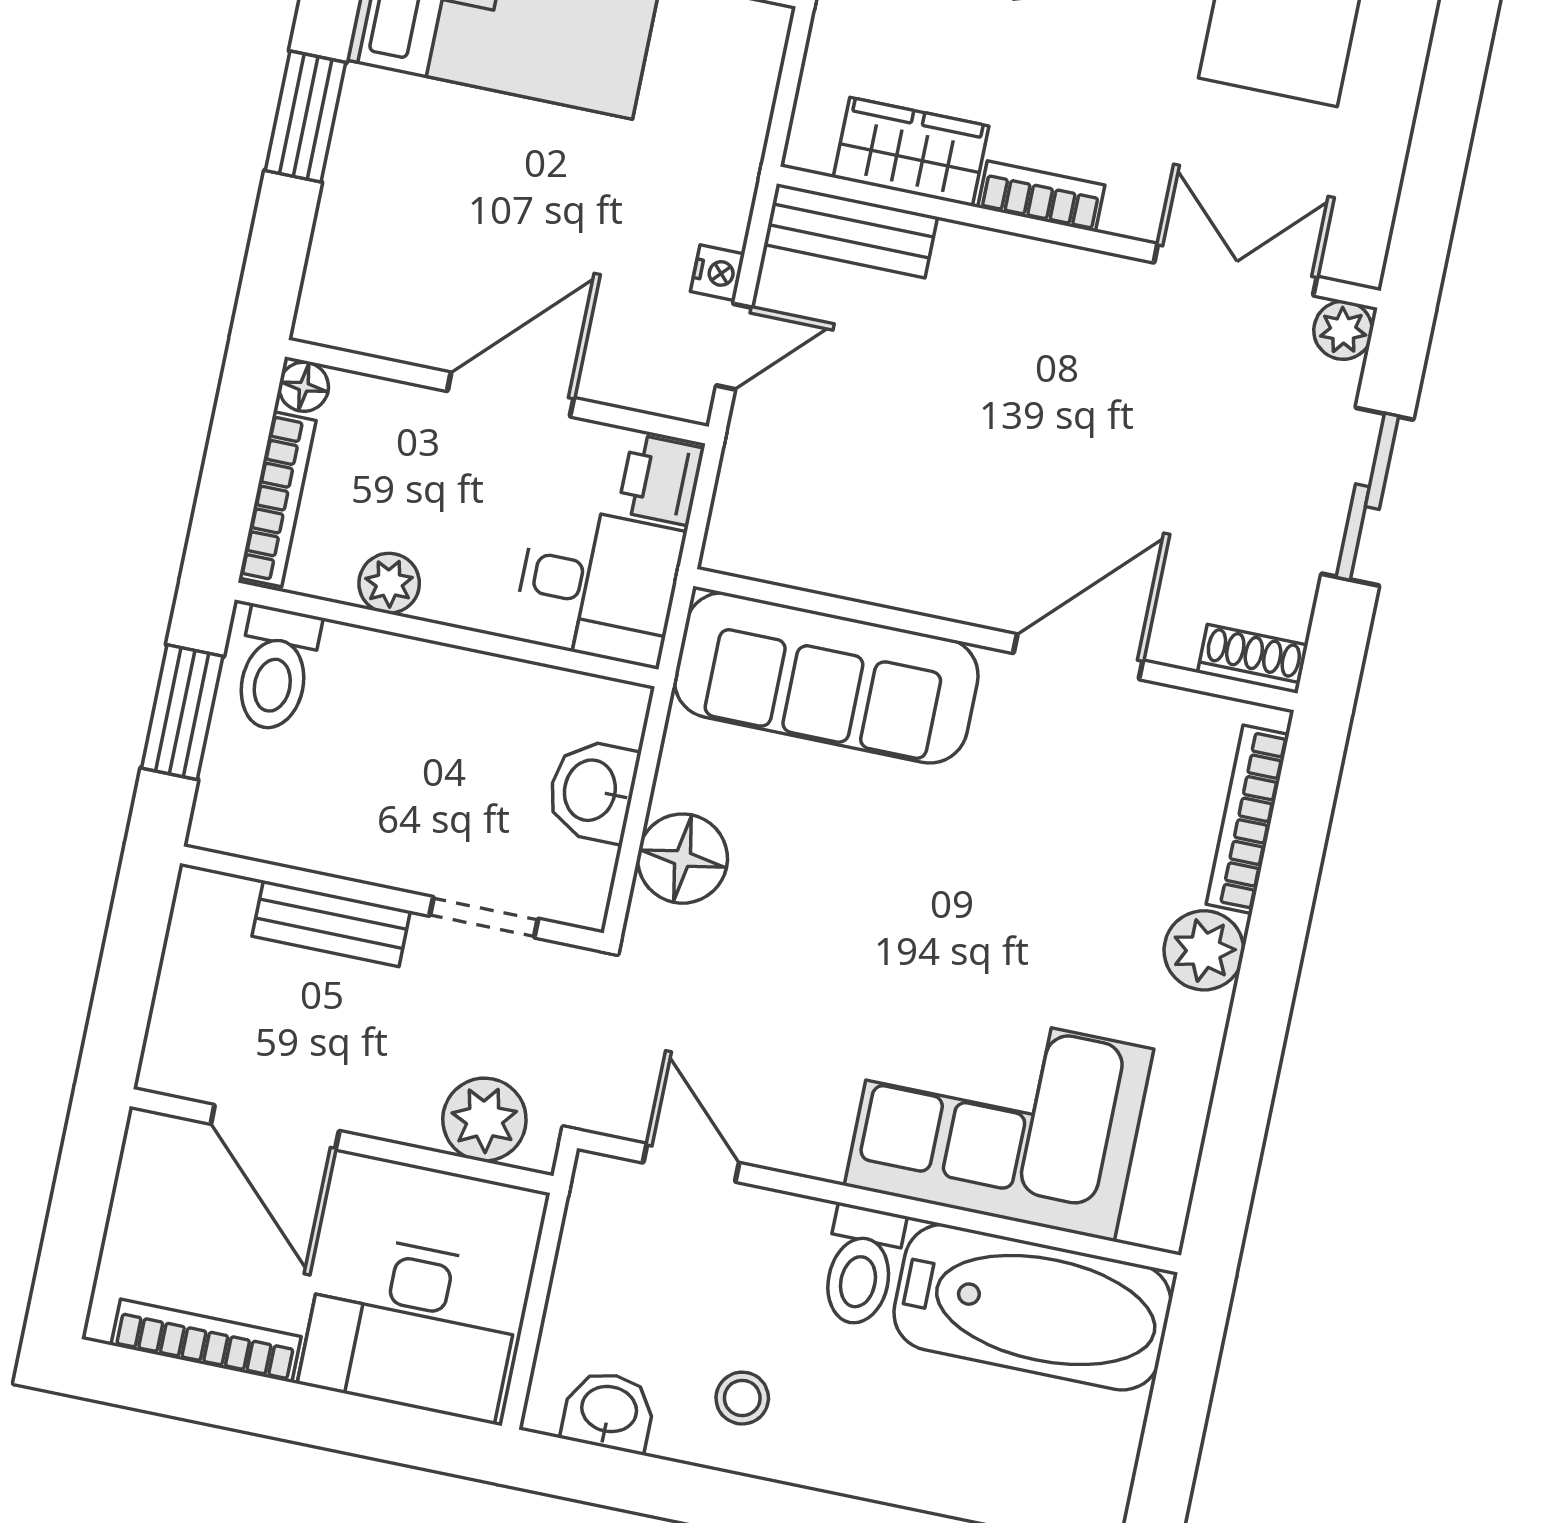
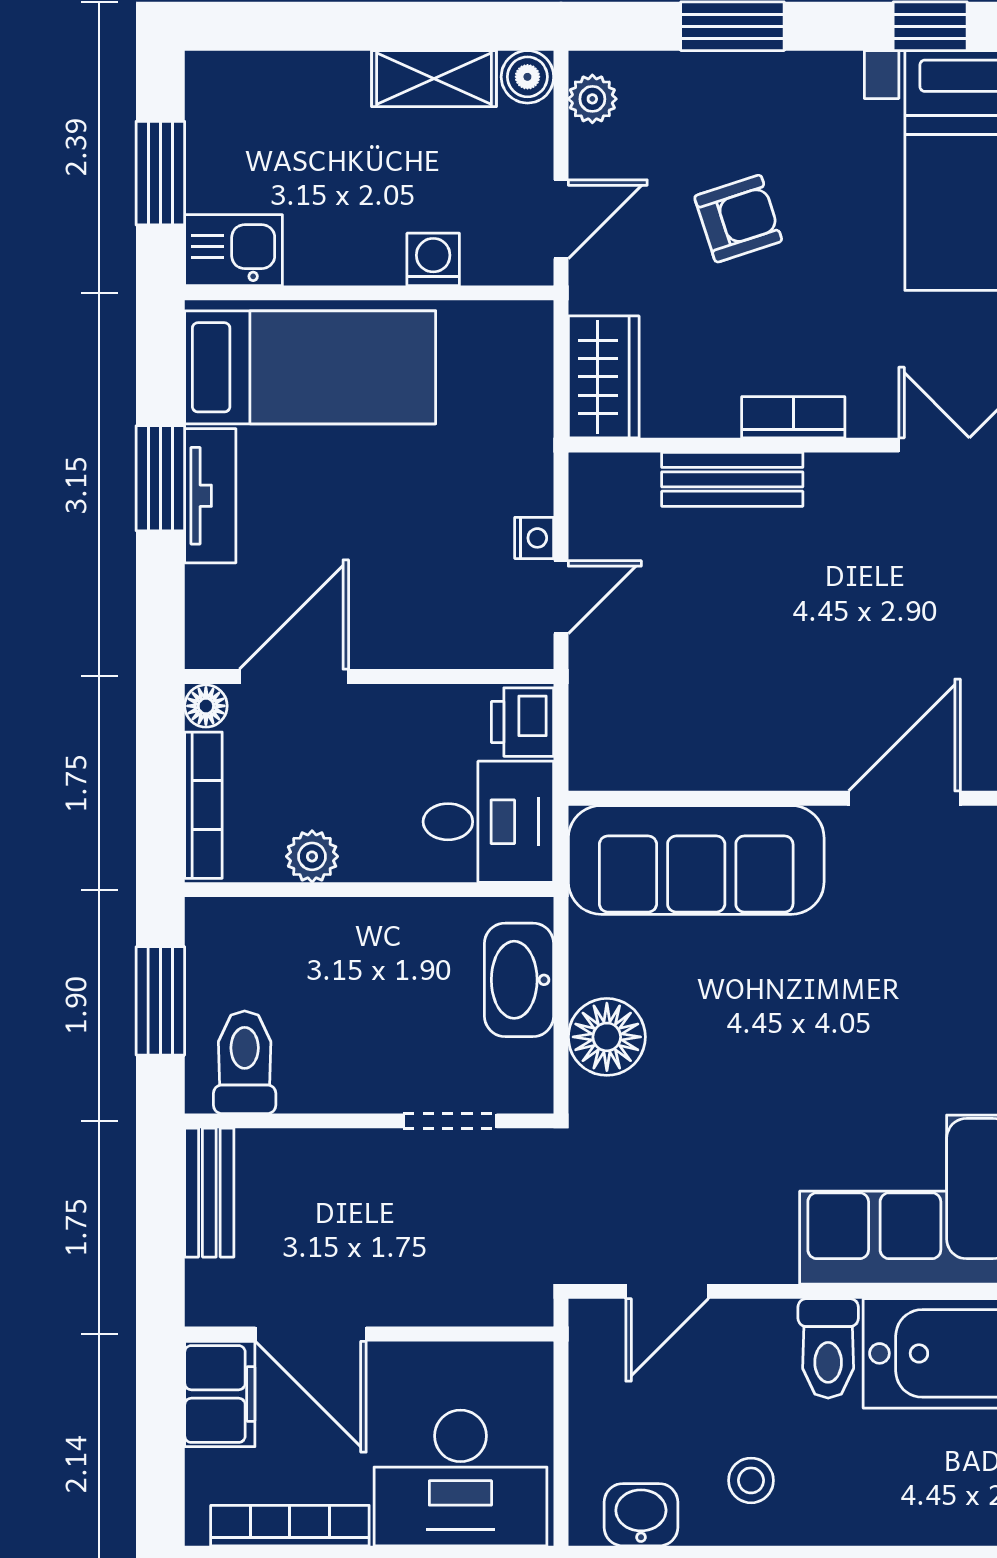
tv unit: (358, 148) -> (210, 496), added
wardrobe: (911, 152) -> (604, 377), moved, turned 90
bench: (851, 231) -> (732, 479), moved
door: (511, 394) -> (294, 676), moved
toilet: (276, 669) -> (245, 1062), moved, turned 180
washbasin: (592, 791) -> (519, 980), width x1.38
bench: (331, 924) -> (209, 1193), moved, turned 90
plant: (484, 1120) -> (486, 1291), removed
door: (691, 1163) -> (667, 1291), swing flipped
filing cabinet: (157, 1174) -> (220, 1394), added

